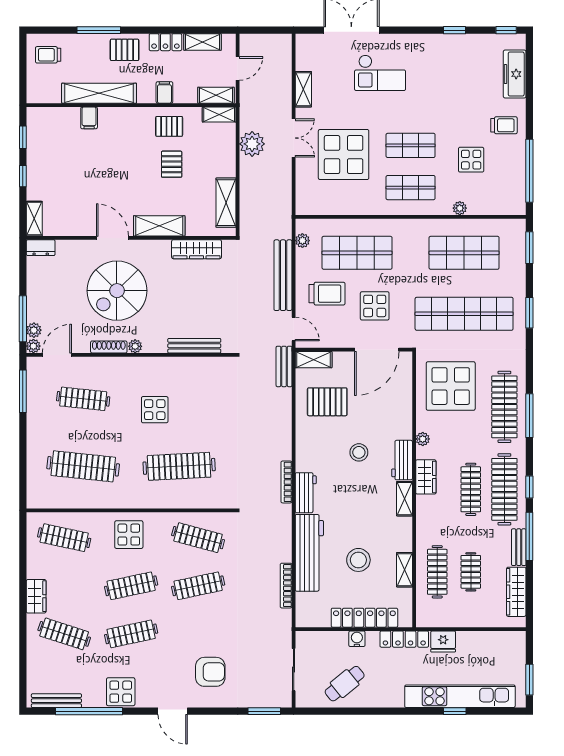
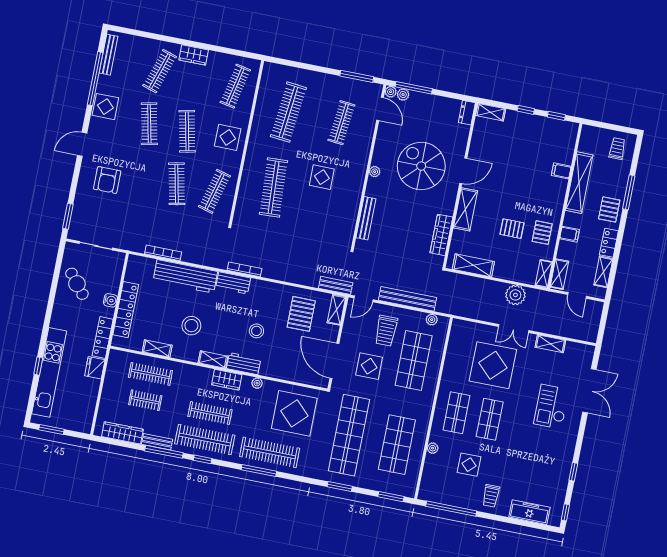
shoe rack: (109, 347) -> (378, 151), removed
stool: (358, 560) -> (191, 326), moved

